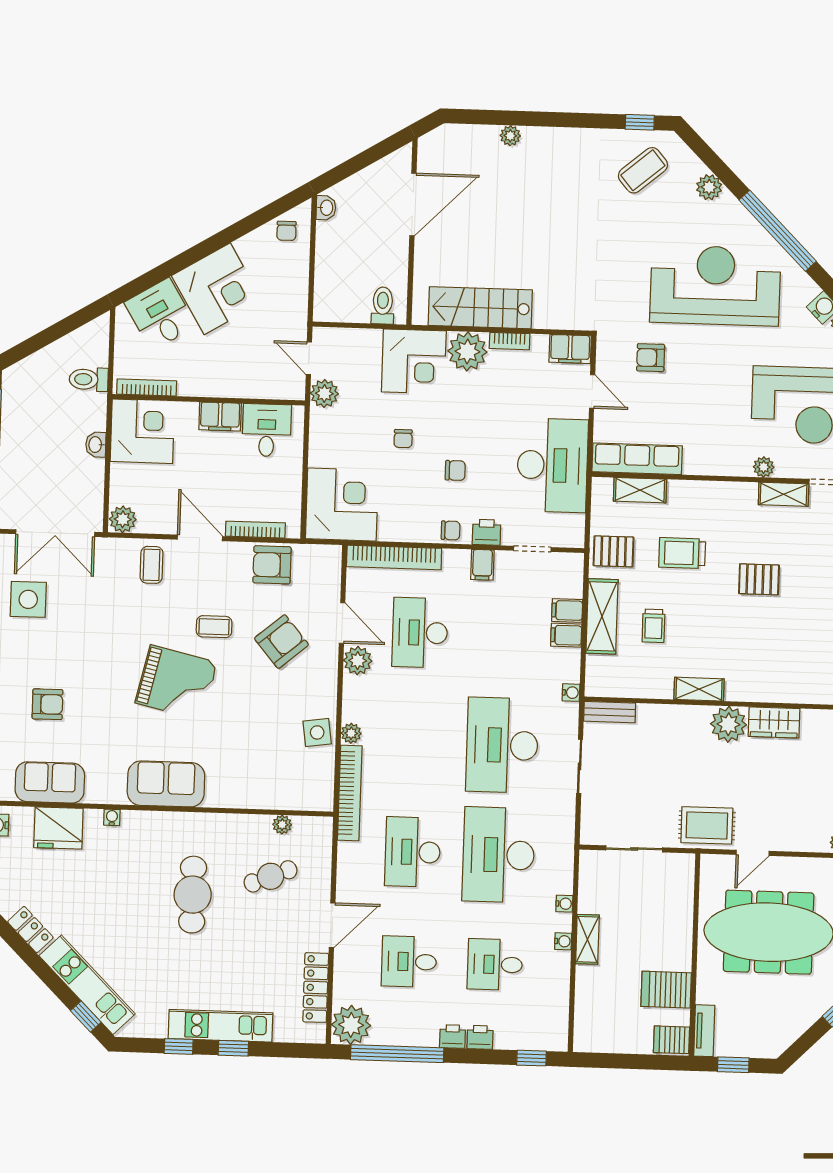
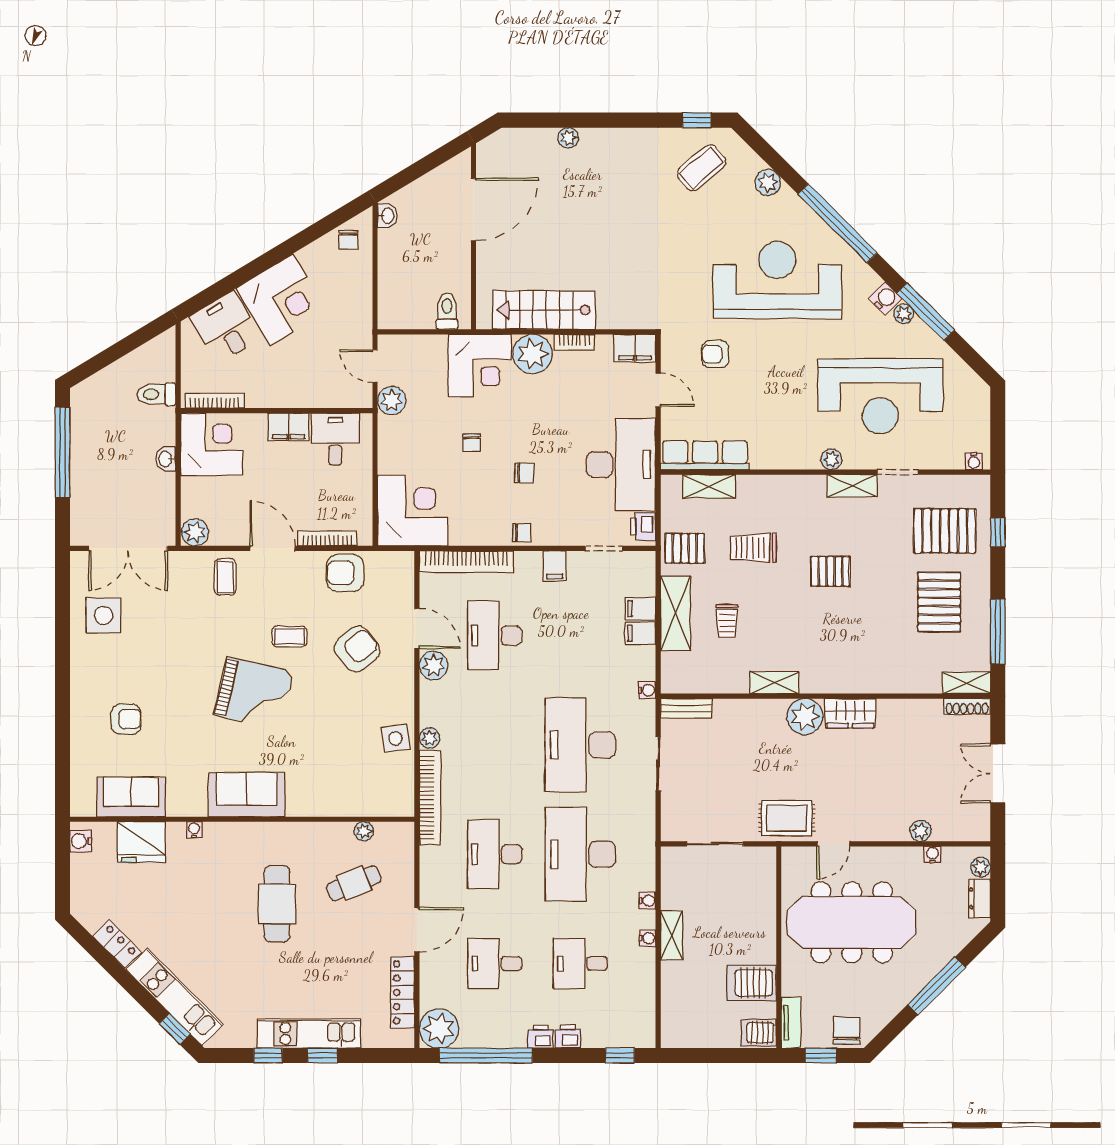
printer: (487, 532) -> (643, 527), moved, turned -90
chair: (760, 1041) -> (847, 1031), added

